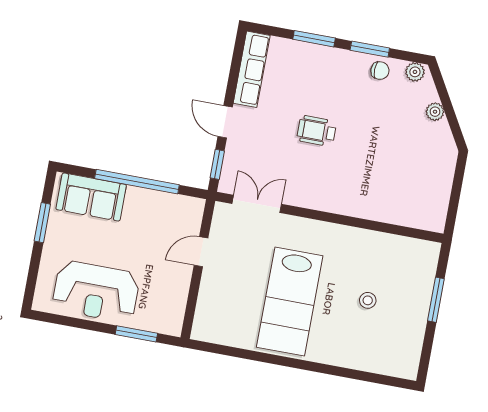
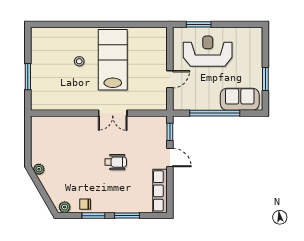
plant: (435, 112) -> (39, 169), moved
double door: (257, 204) -> (113, 113), moved
reception desk: (96, 291) -> (208, 51), moved
stool: (368, 300) -> (79, 61), moved

